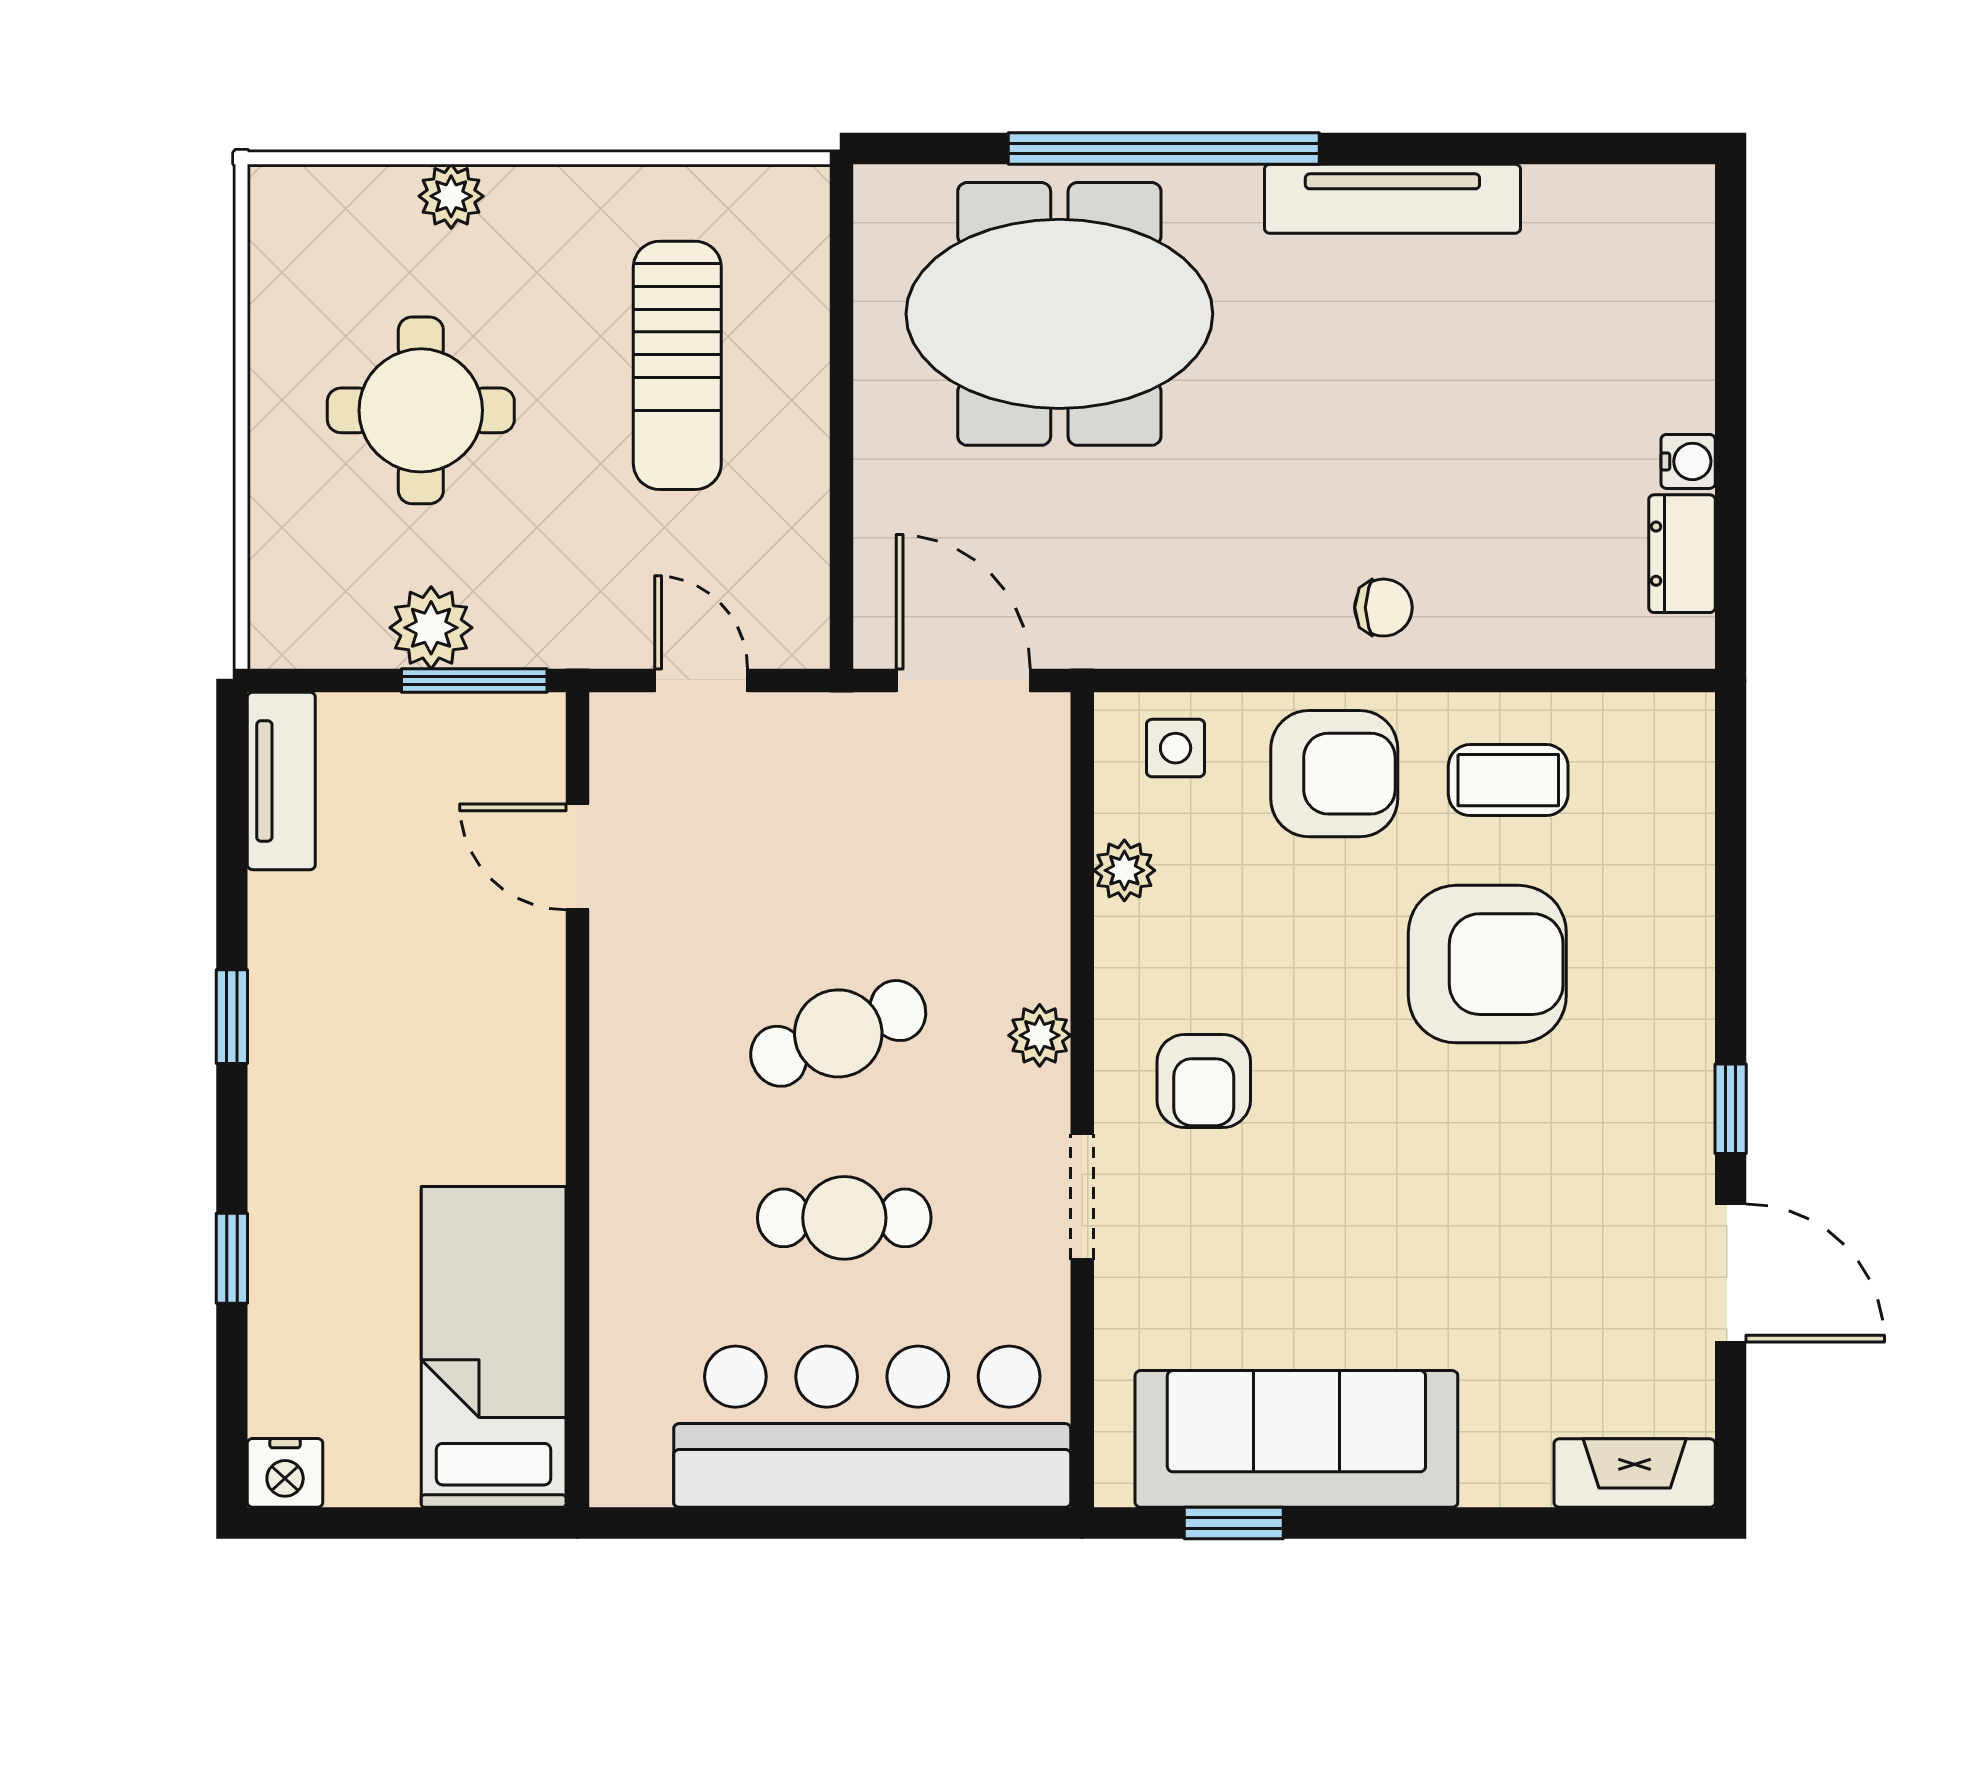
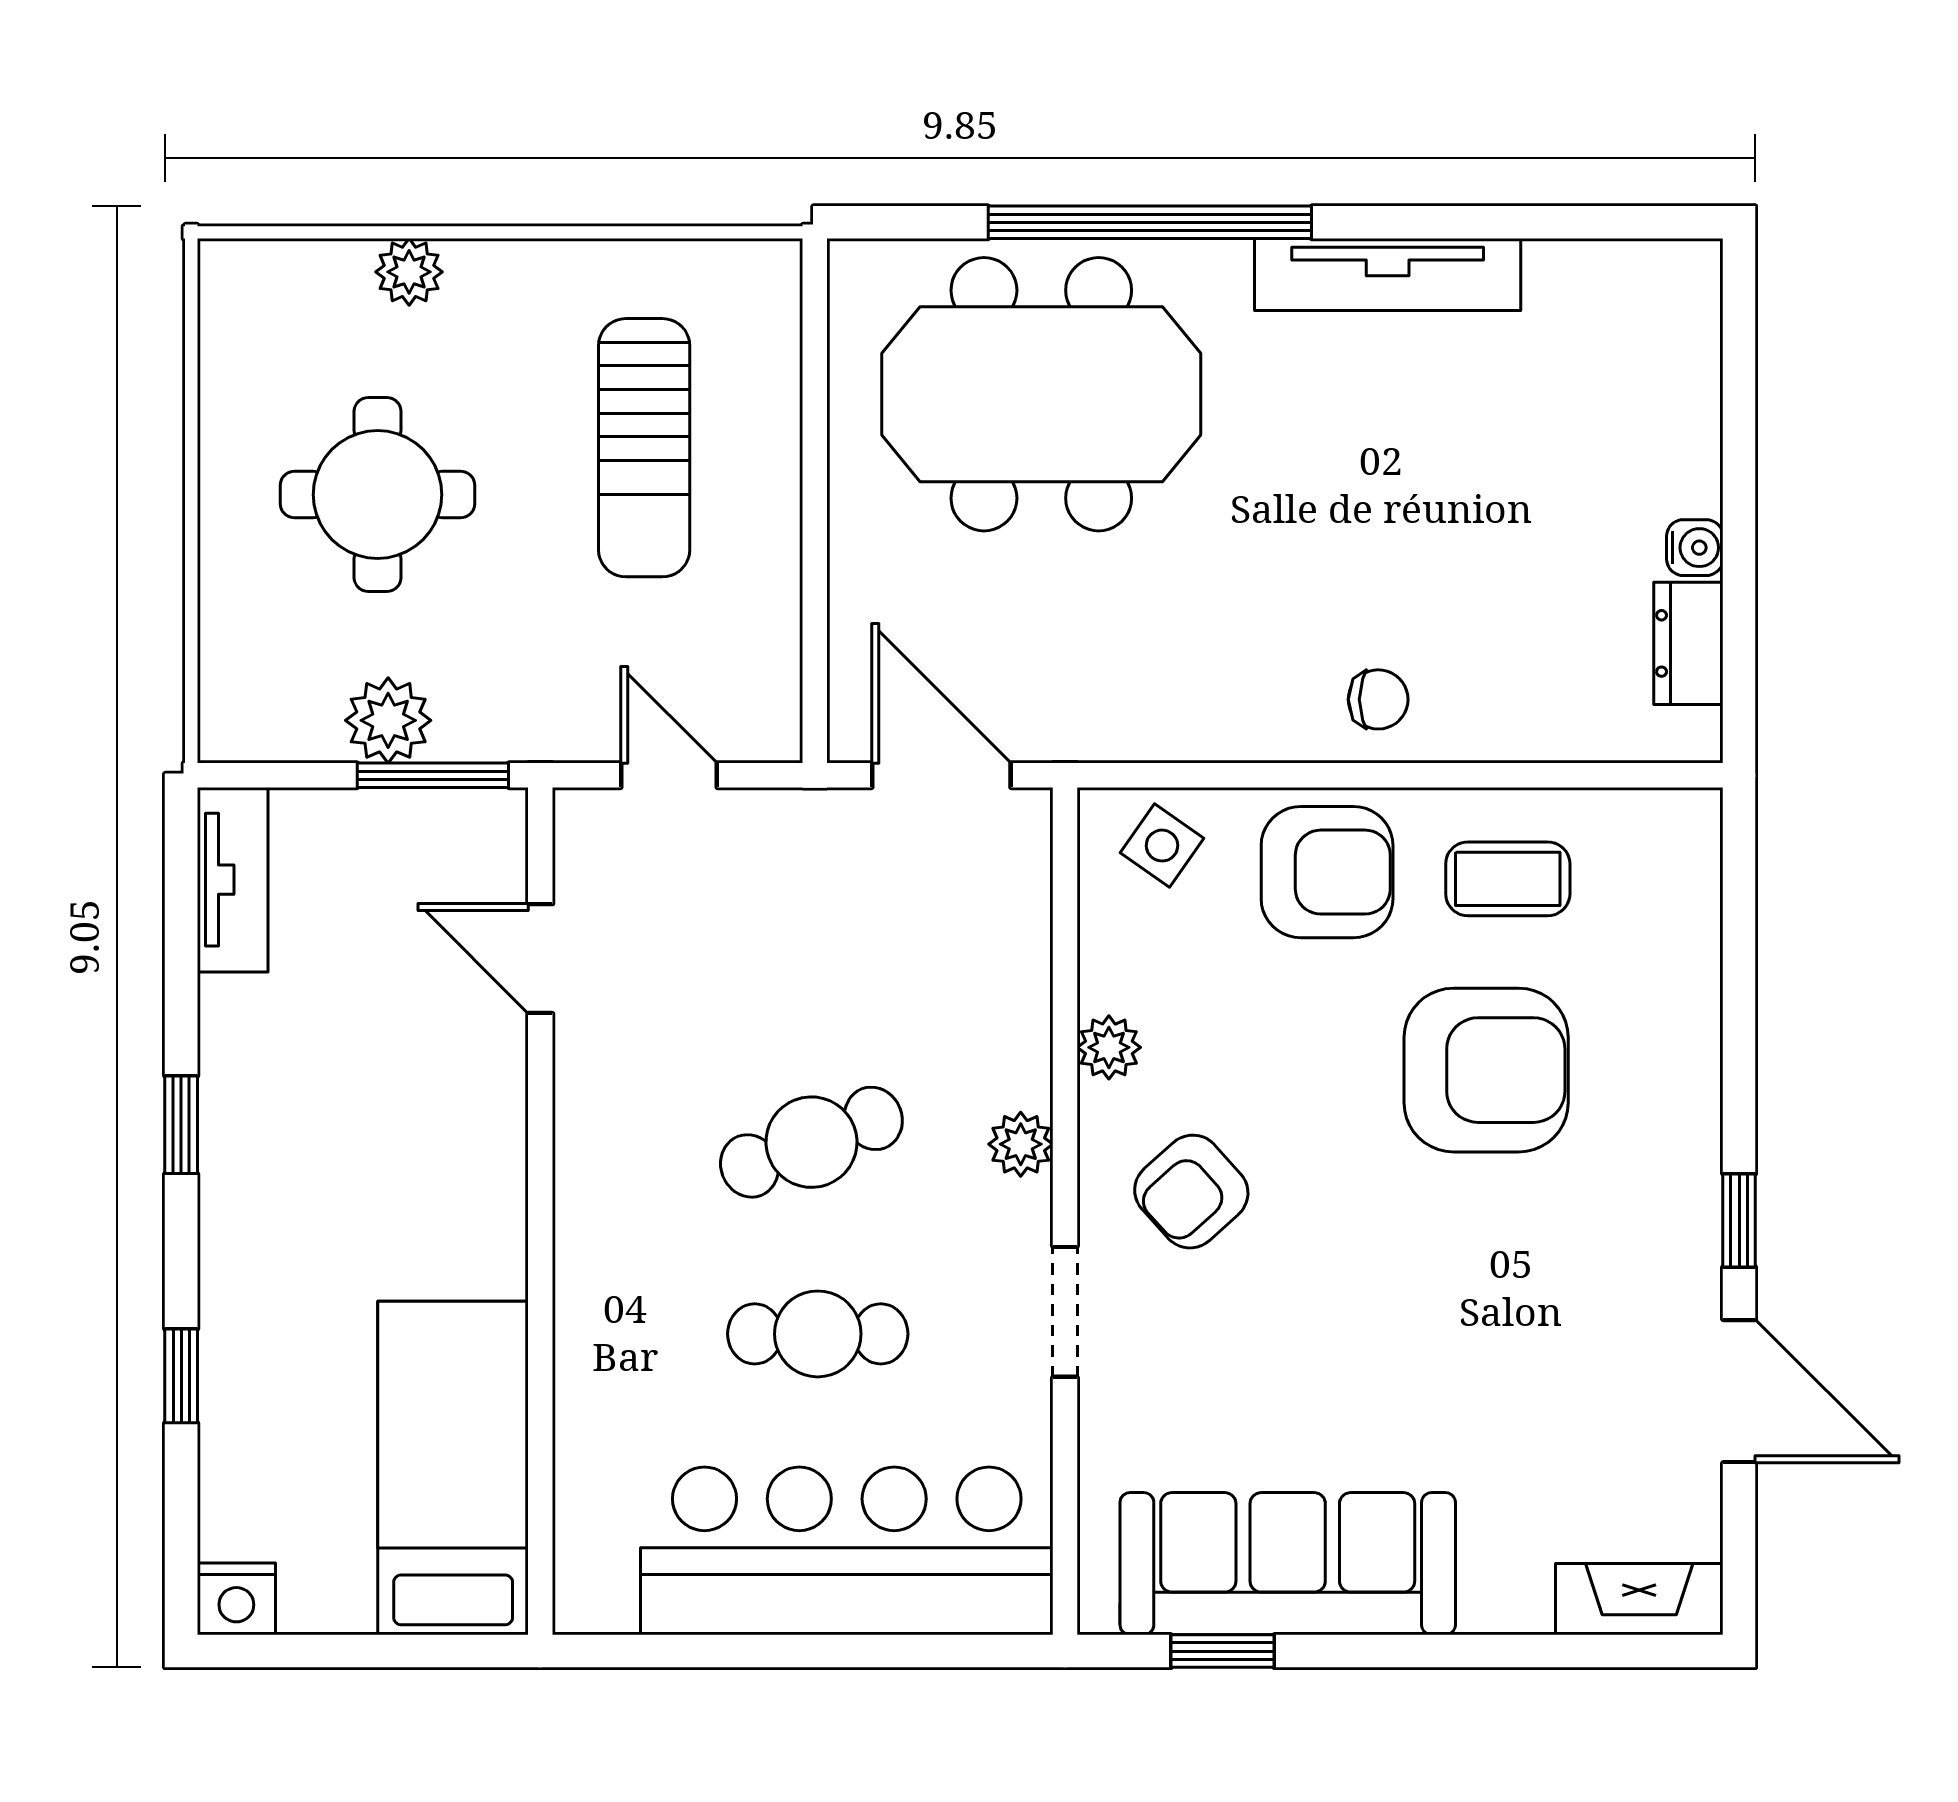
side table: (1176, 748) -> (1162, 846), turned 35
plant: (1124, 870) -> (1109, 1047), moved
armchair: (1204, 1081) -> (1191, 1192), turned 48

